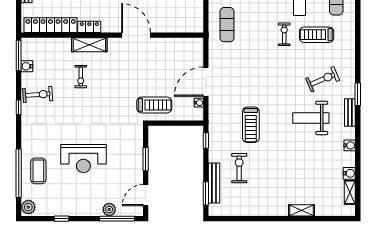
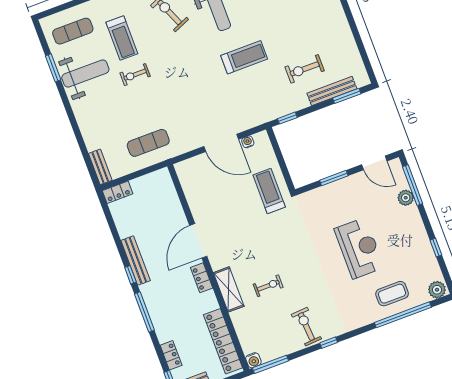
locker: (89, 27) -> (202, 278), moved
water cooler: (27, 66) -> (253, 360), moved
treadmill: (251, 125) -> (244, 57), moved

